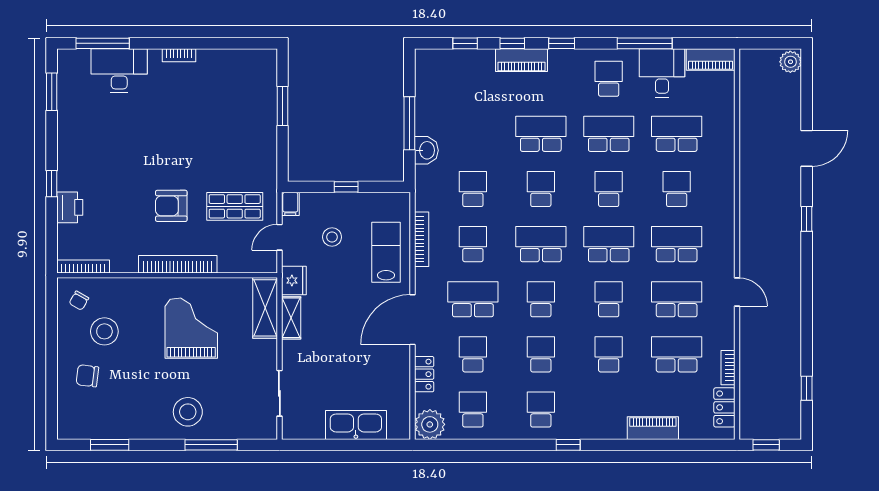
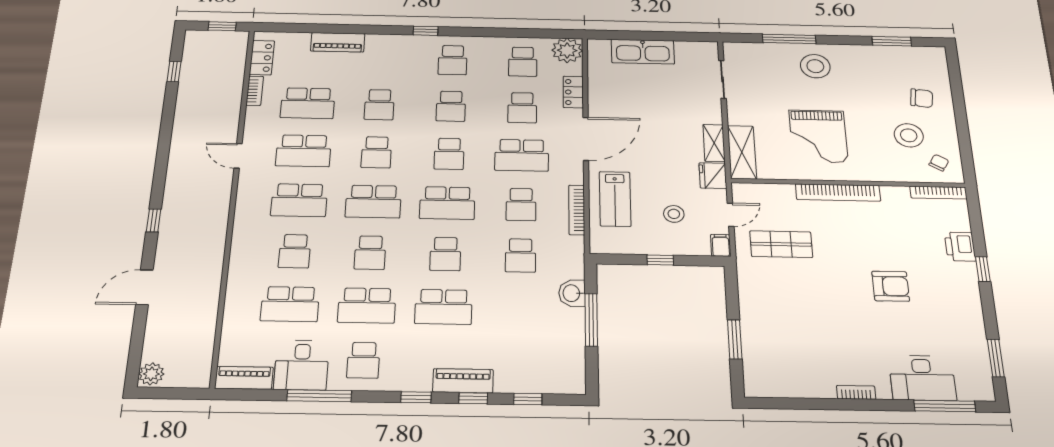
armchair: (171, 206) -> (891, 286), moved

